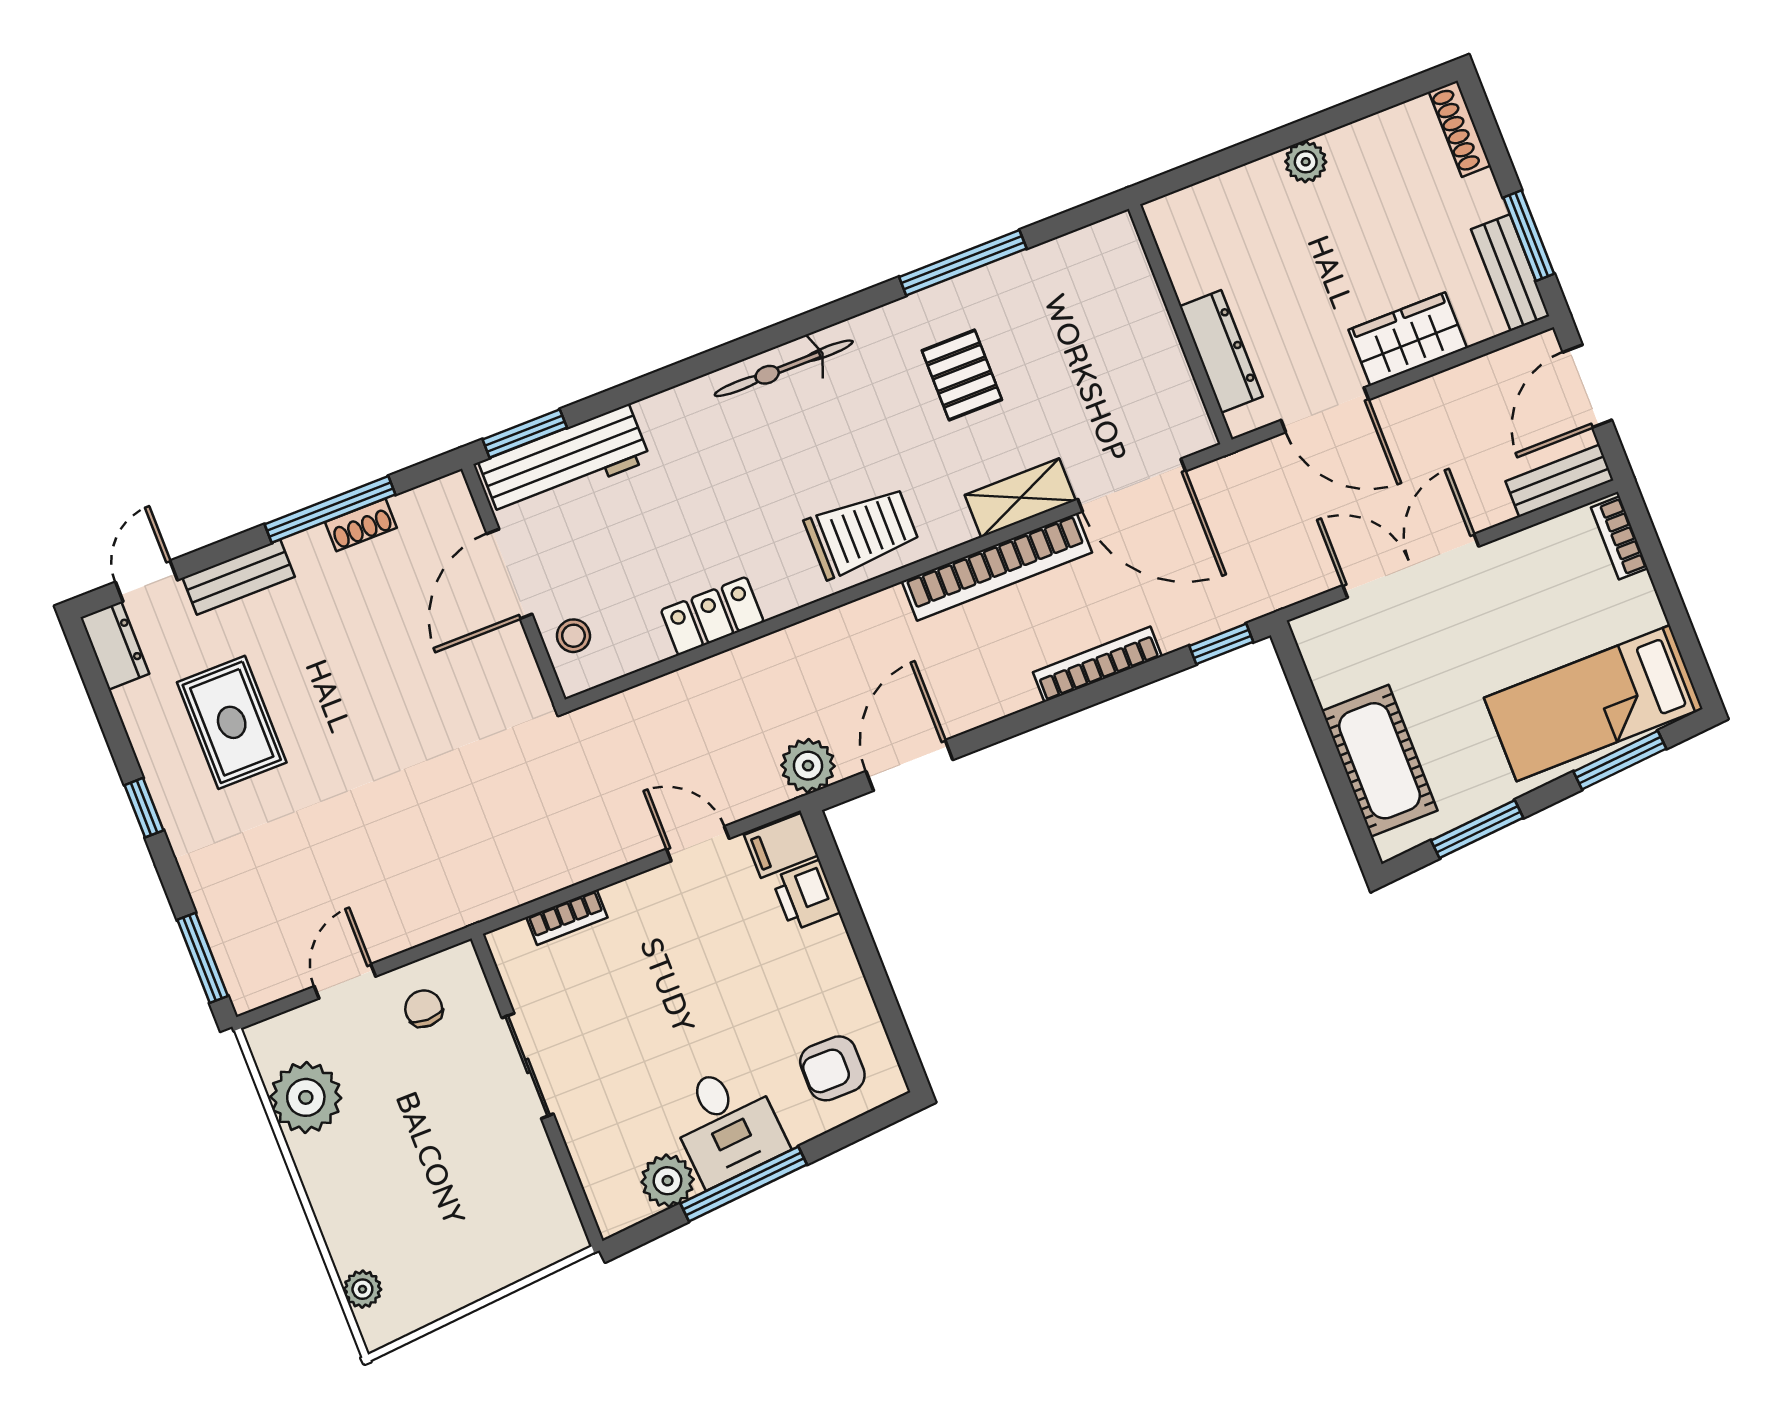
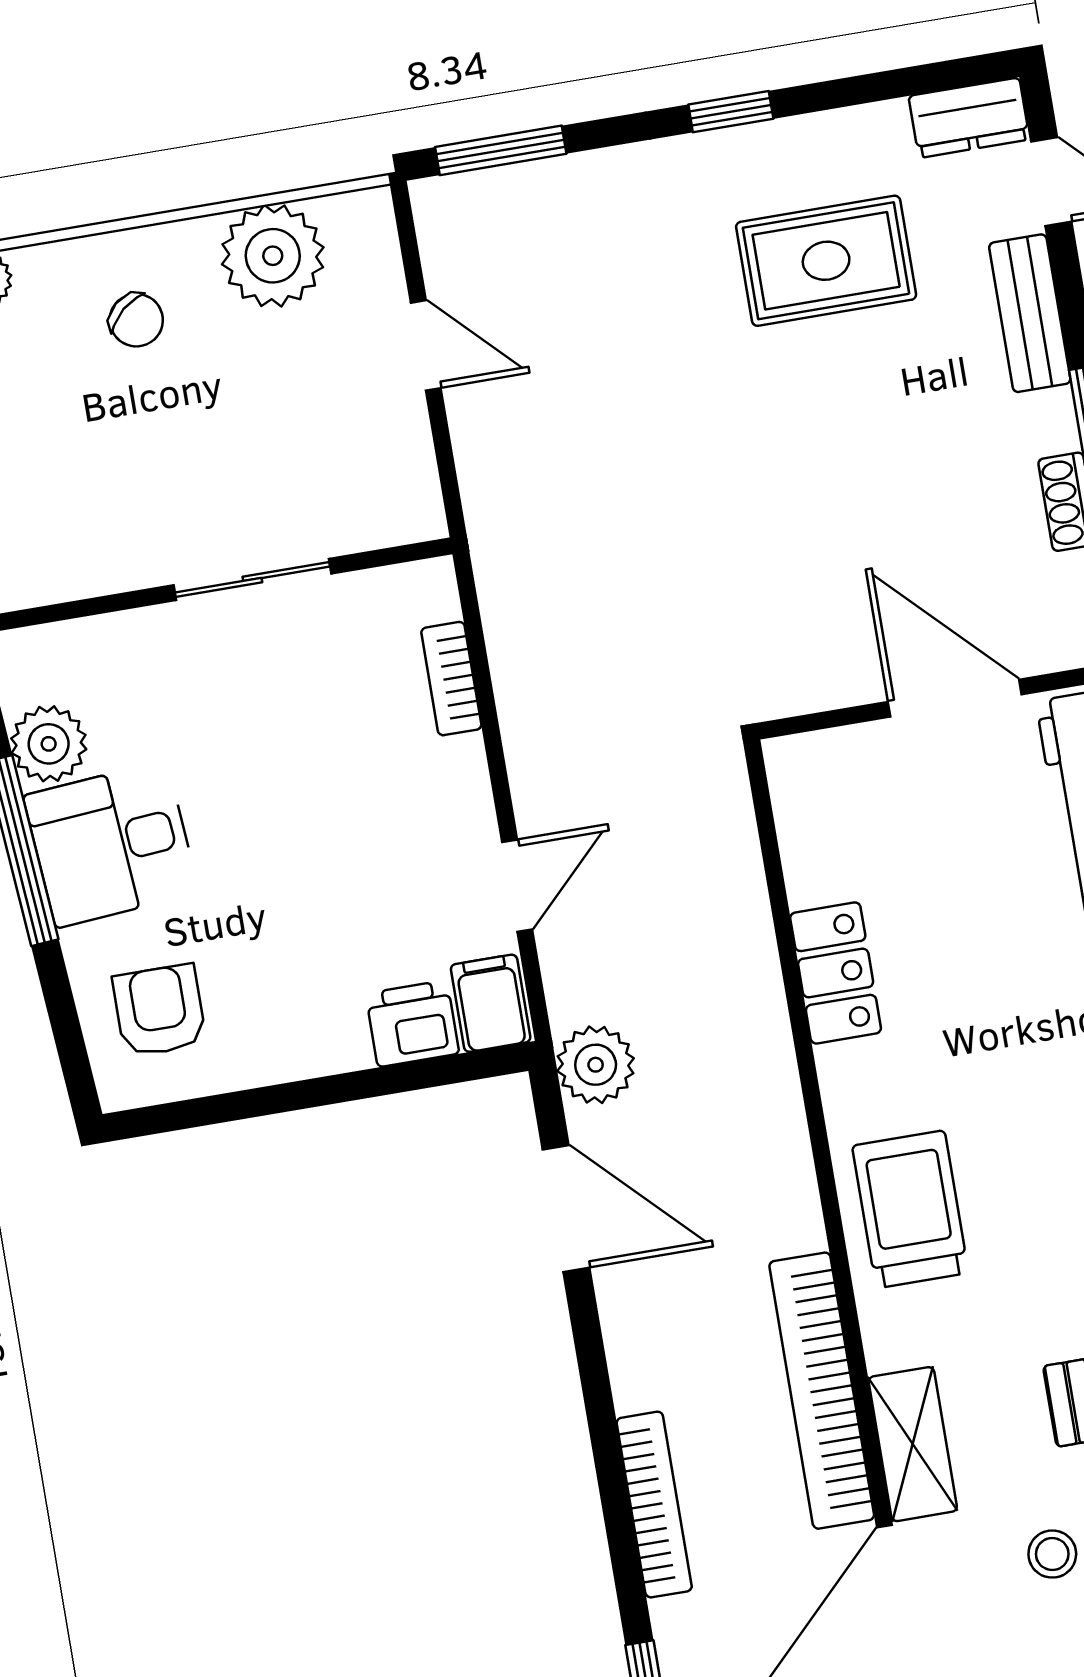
trolley: (862, 532) -> (910, 1209), turned 180
stool: (573, 636) -> (1052, 1554), moved
chair: (424, 1009) -> (136, 320), moved, turned 49

